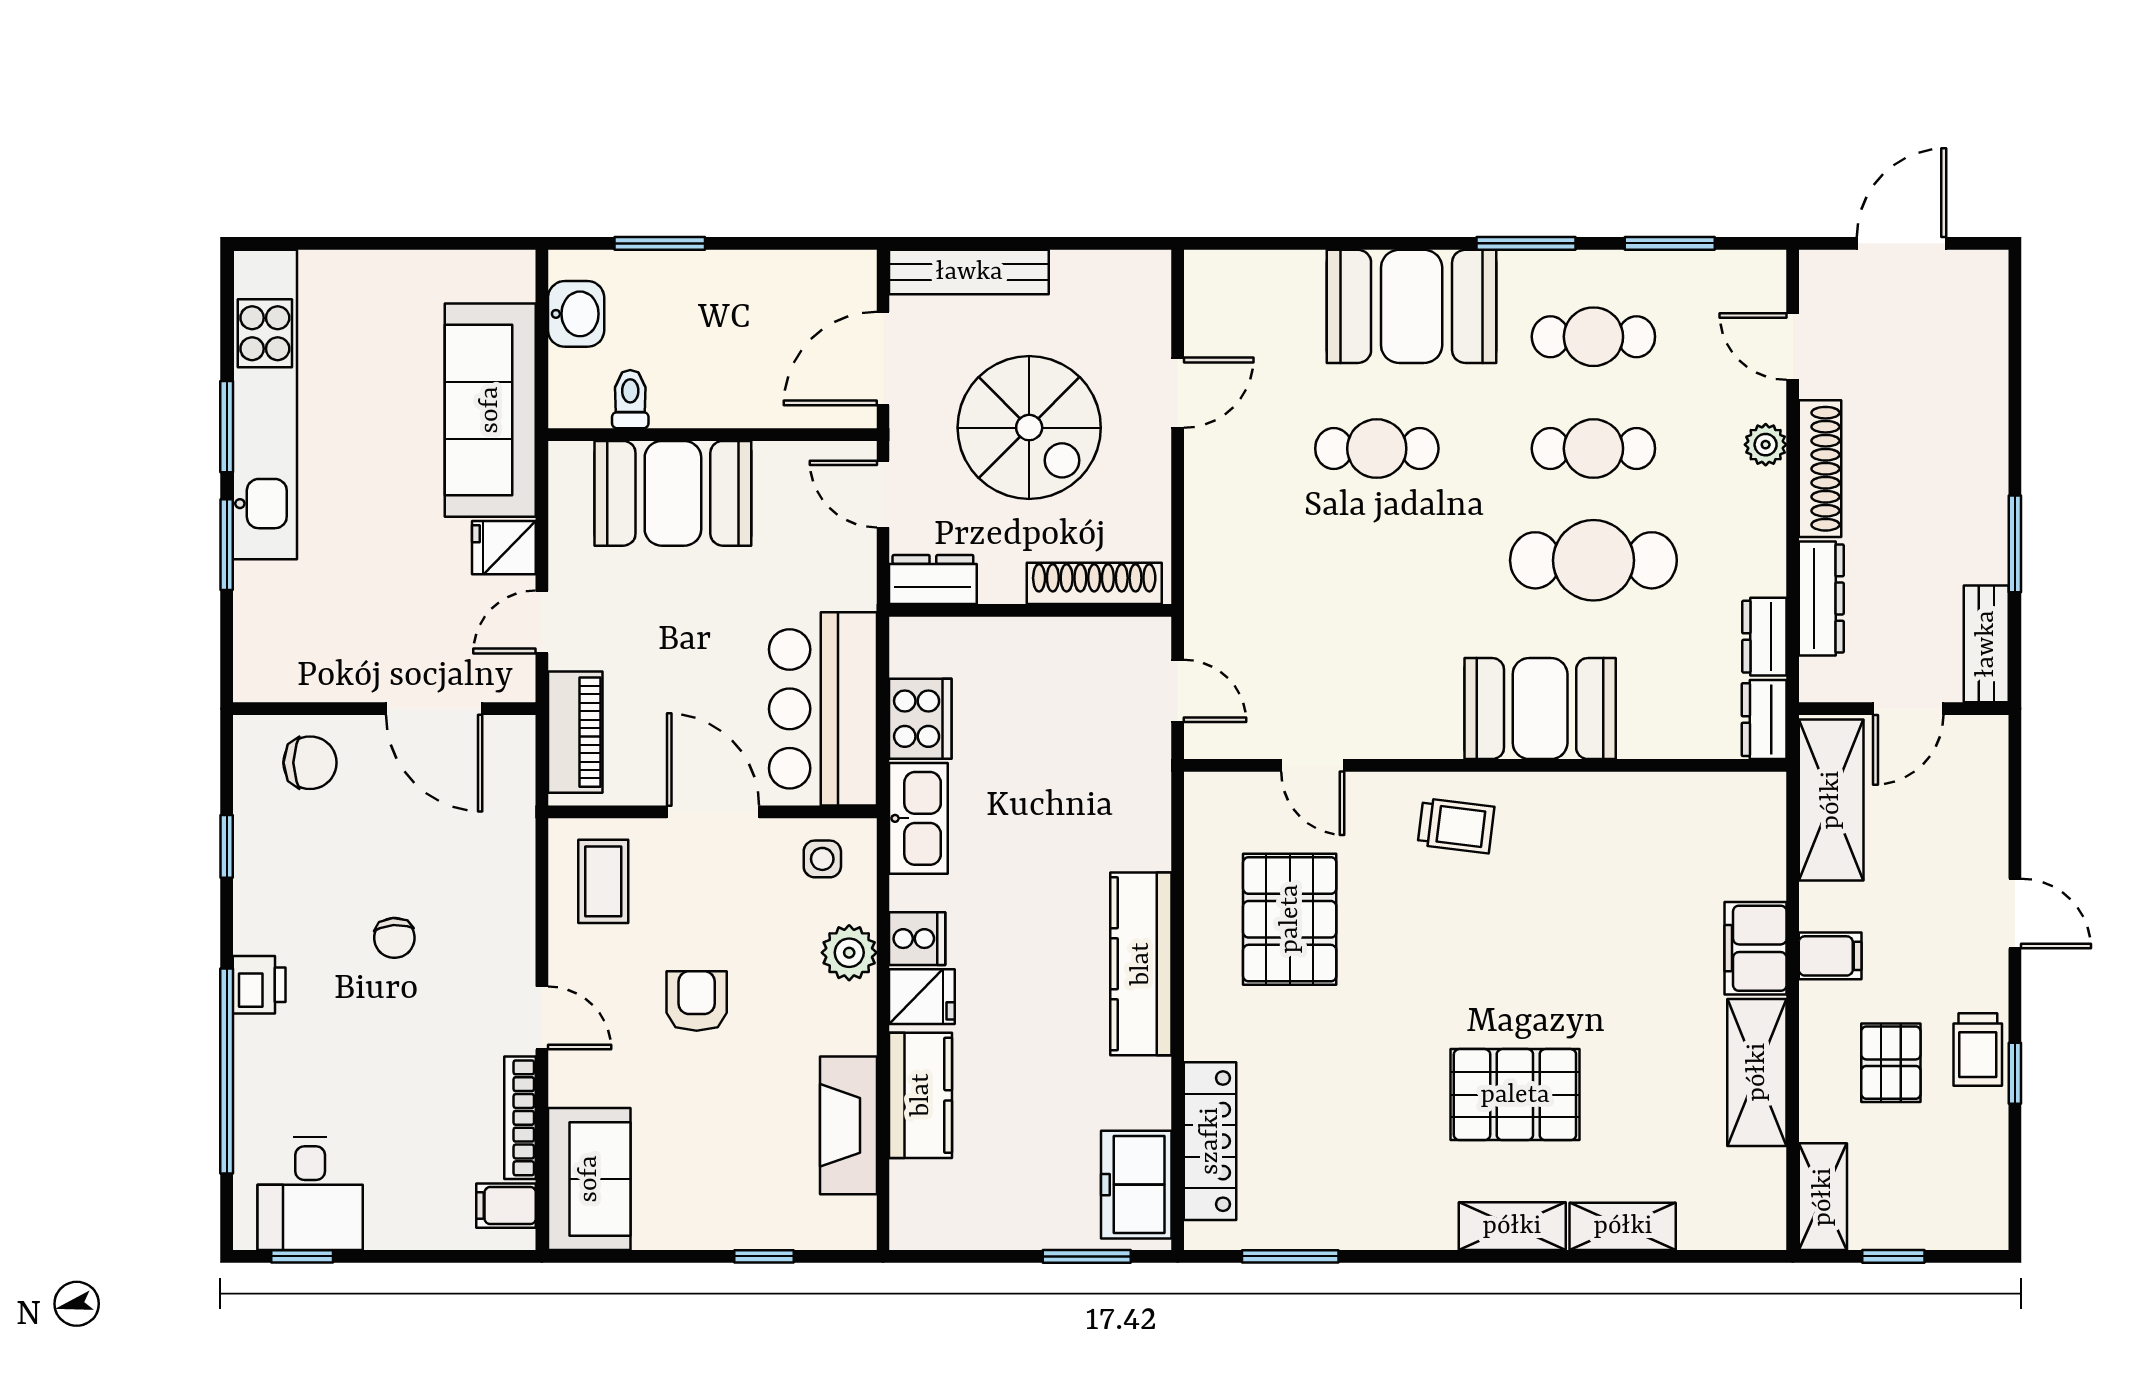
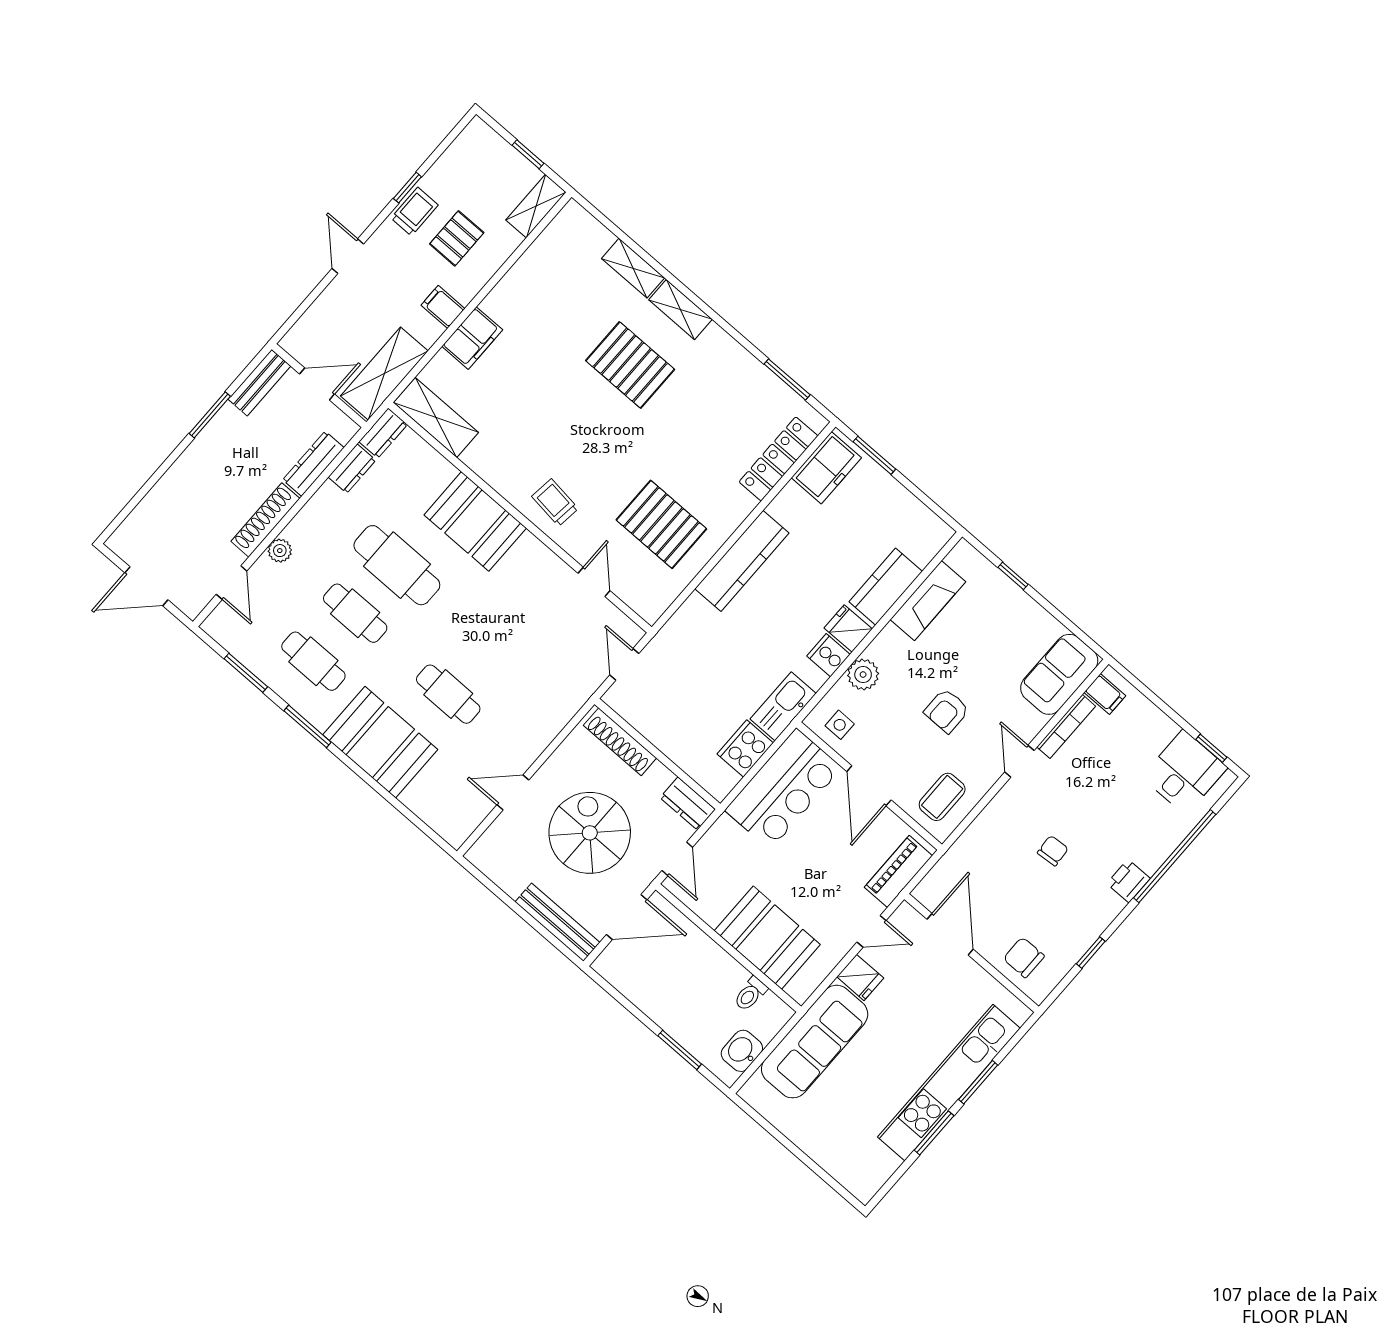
kitchen unit: (265, 404) -> (949, 1083), moved
pallet: (1290, 919) -> (661, 524), turned 90
shelving: (1757, 1072) -> (436, 418), moved, turned 90

